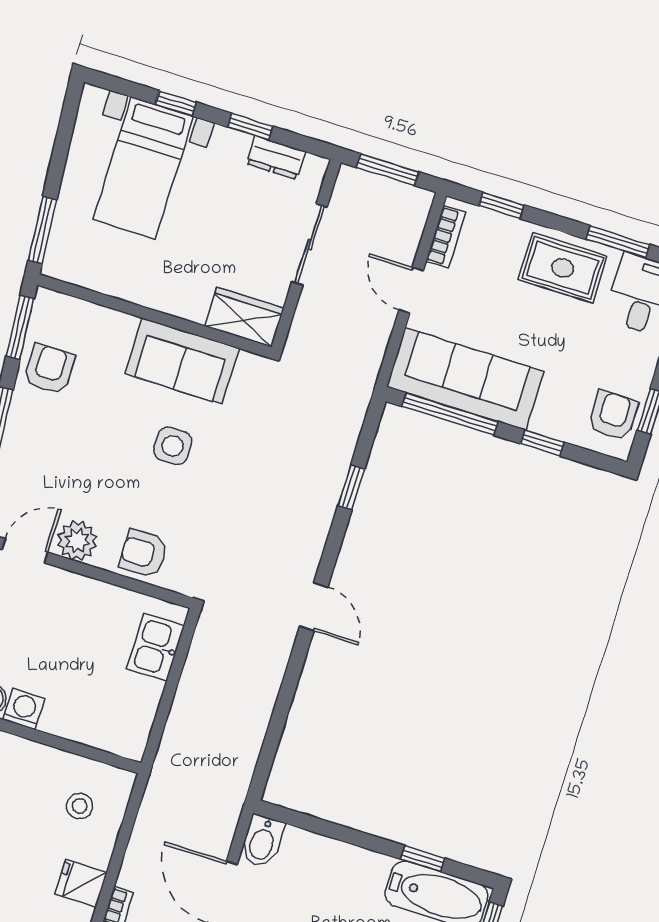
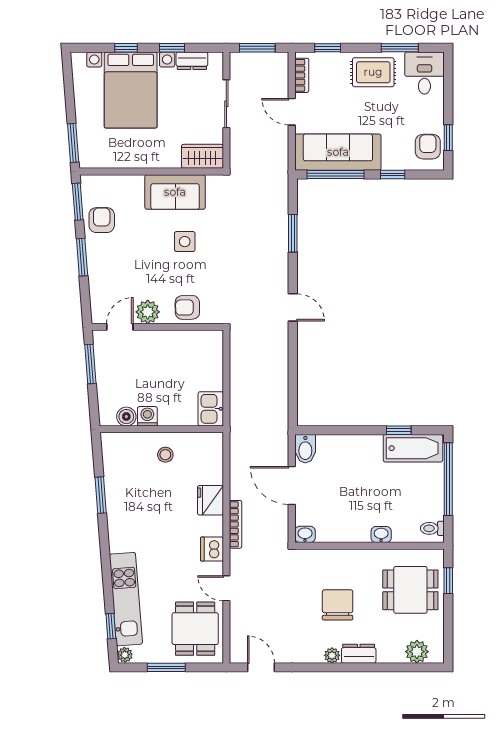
bed with nightstands: (143, 168) -> (131, 90), width x1.36
window: (351, 487) -> (293, 233), width x1.50
kitchen sink: (156, 647) -> (211, 409), moved
stool: (80, 806) -> (165, 455), moved
fridge: (81, 883) -> (210, 500), width x1.38

